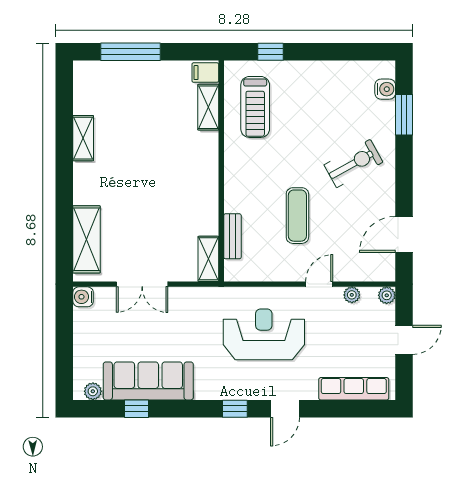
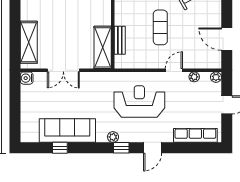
door: (404, 234) -> (227, 39), hinge flipped
shelving: (208, 259) -> (103, 47), width x1.50, depth x1.33
plant: (93, 391) -> (113, 137), moved

